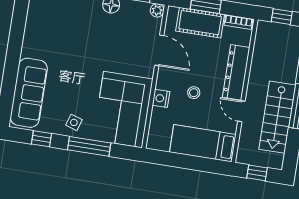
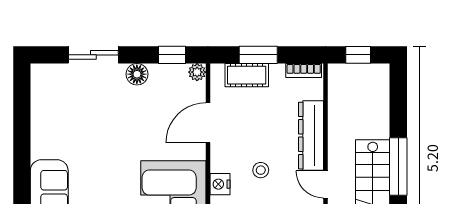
cot: (200, 23) -> (247, 75), width x0.73, depth x0.75
door: (159, 50) -> (208, 123), swing flipped

